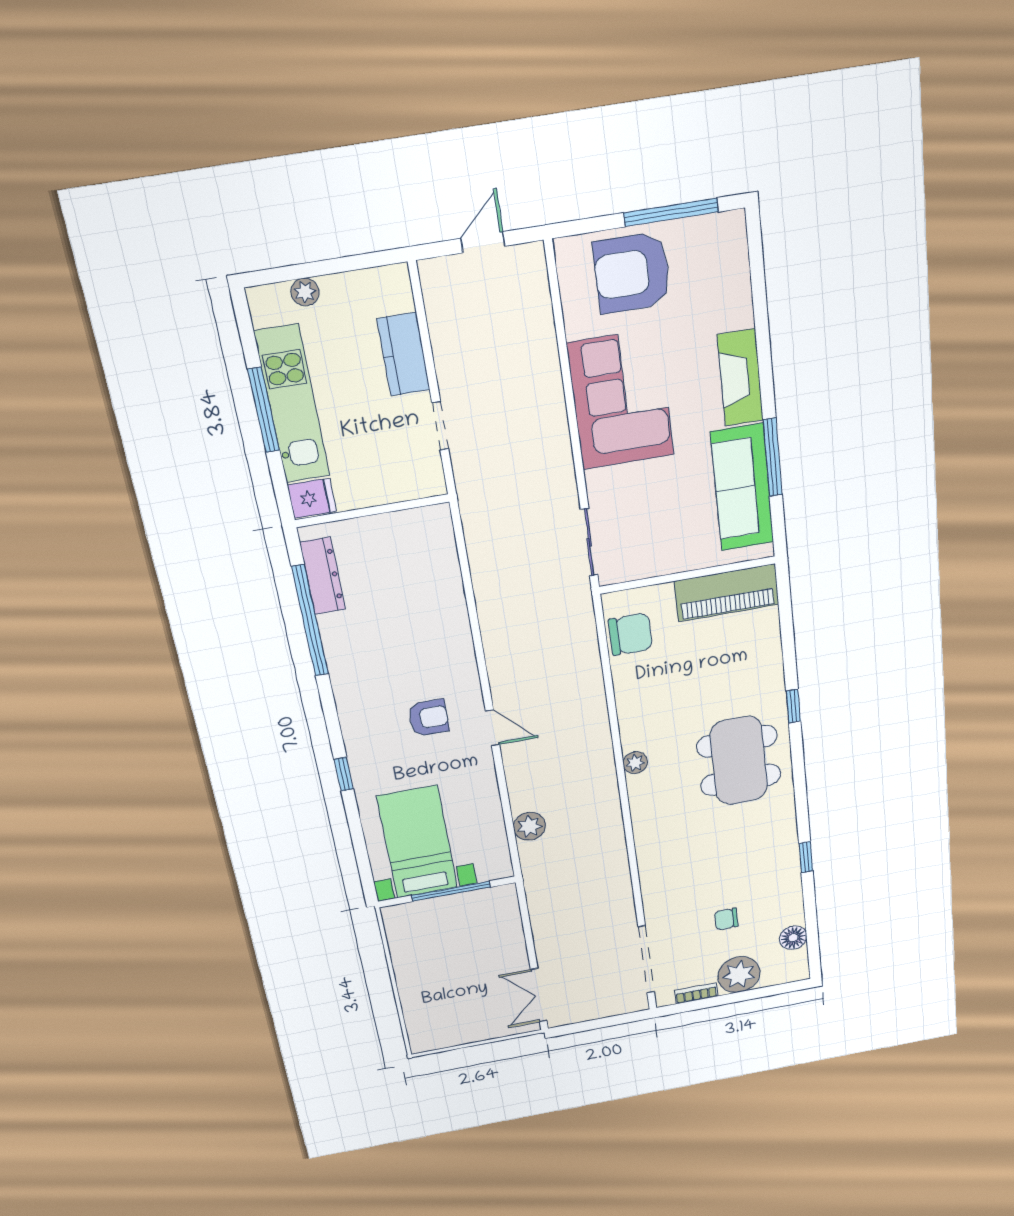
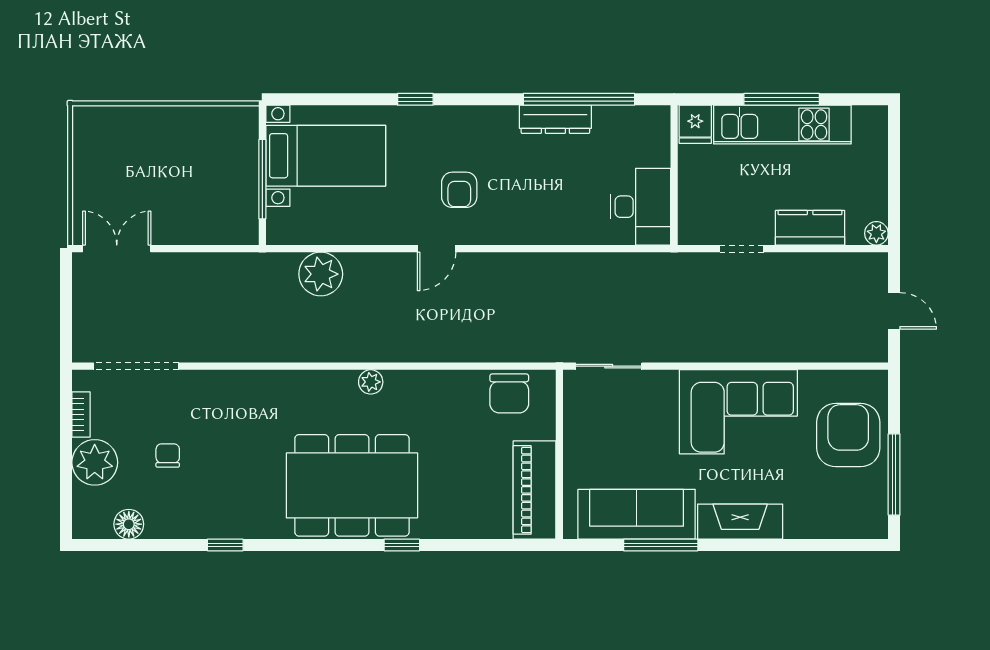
plant: (305, 292) -> (876, 233), moved
desk: (413, 540) -> (640, 207), added
dresser: (323, 576) -> (555, 119), moved
dining table: (739, 761) -> (352, 485), width x1.36, depth x1.24
plant: (529, 826) -> (321, 274), width x1.36, depth x1.36

